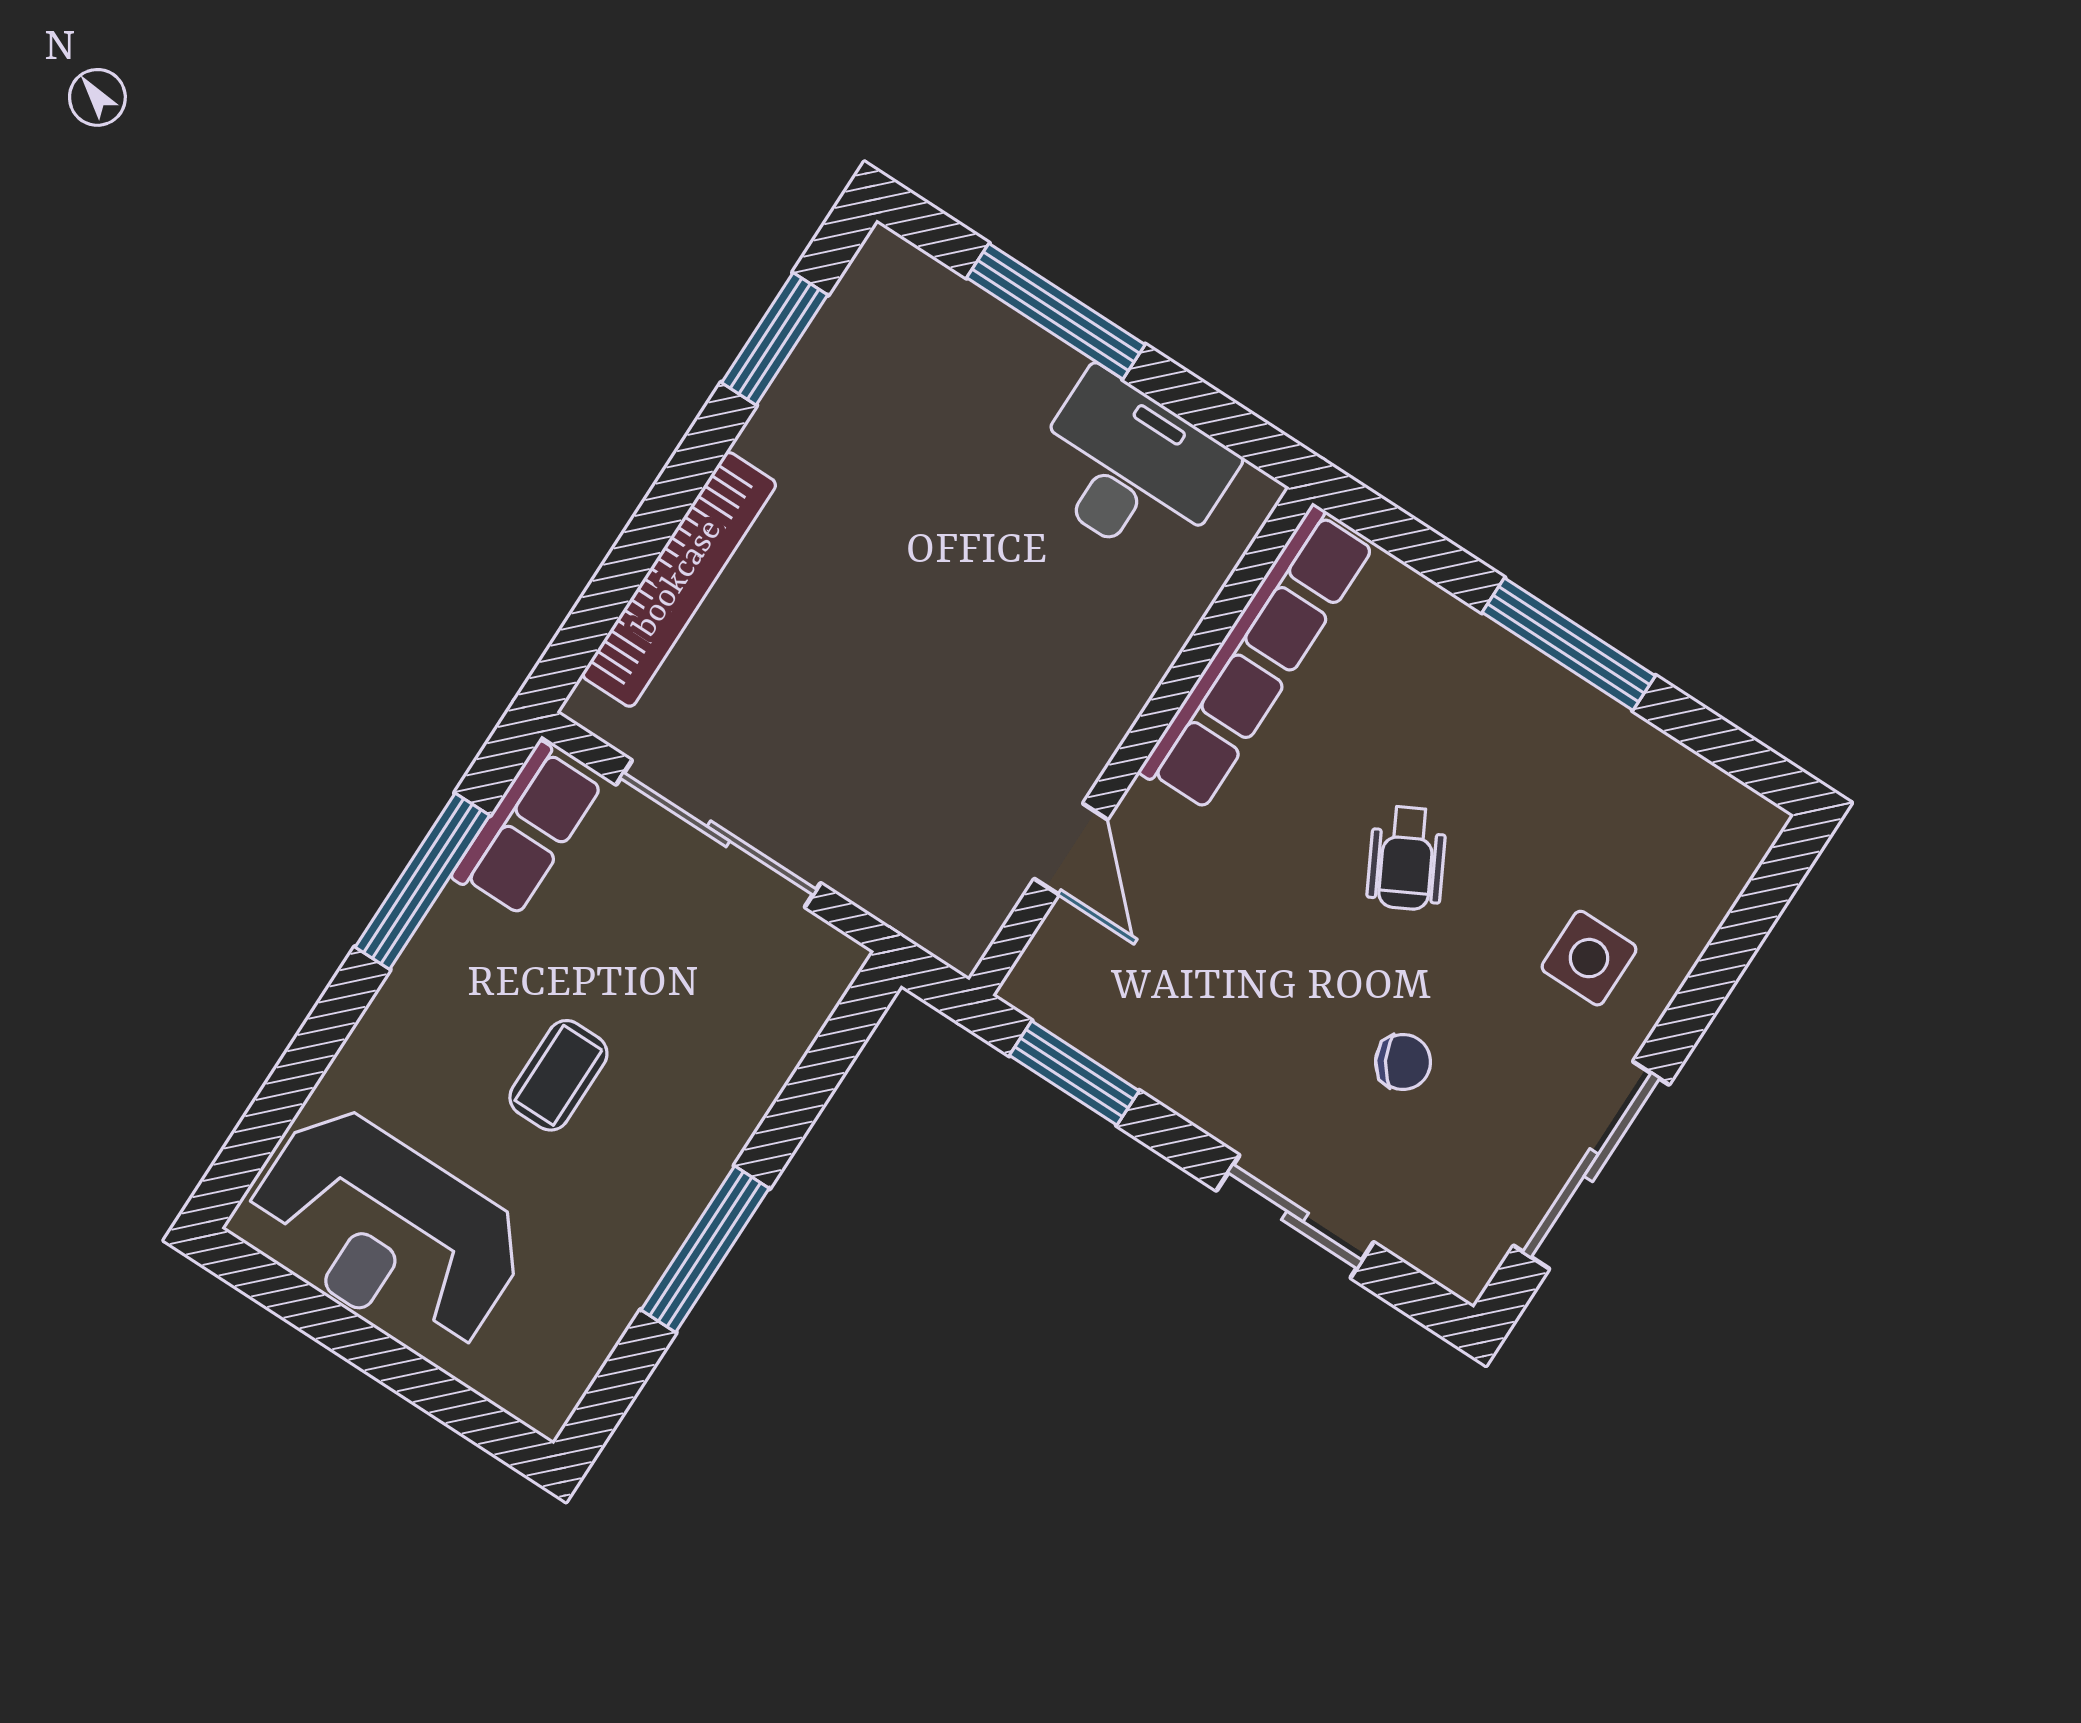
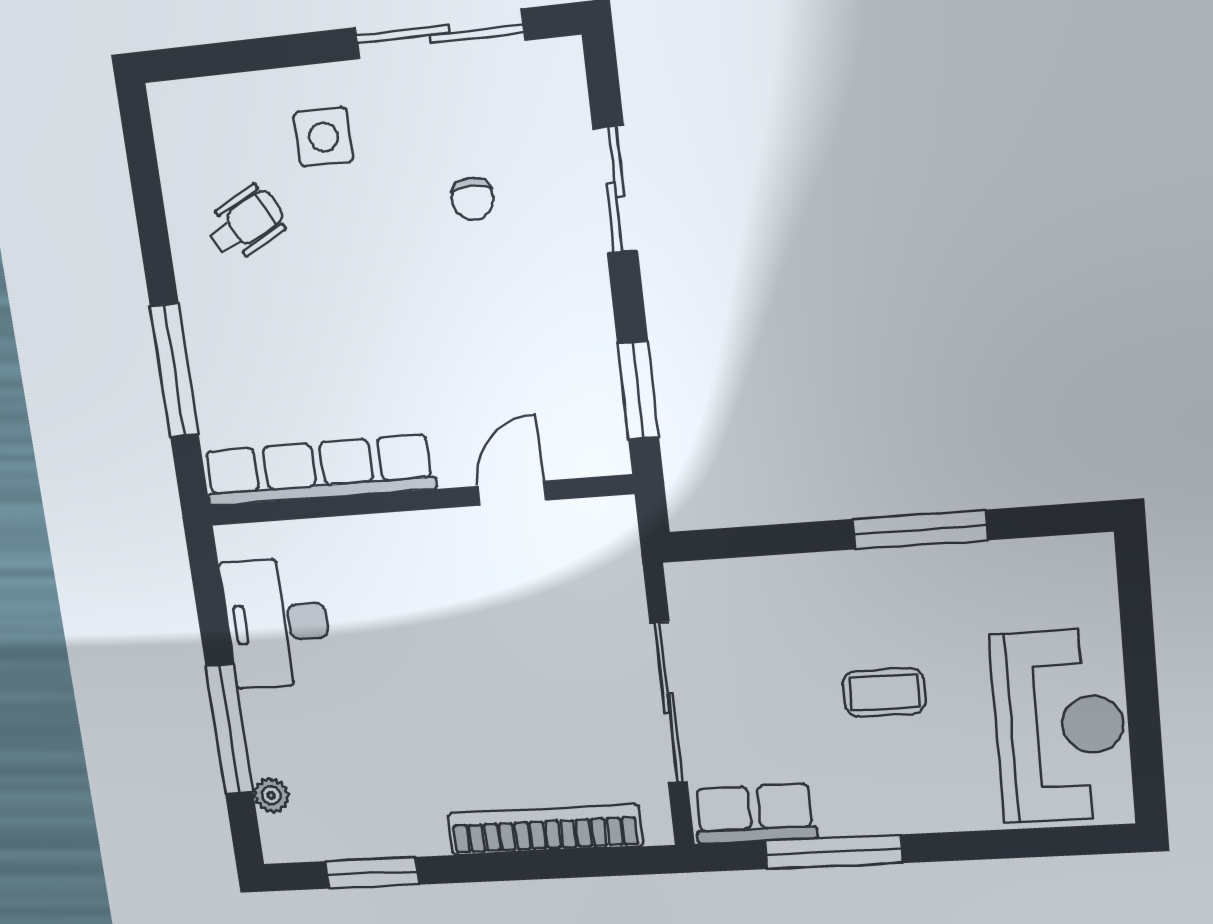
plant: (947, 296) -> (271, 795), added
window: (1569, 644) -> (174, 370), moved
wheelchair: (1407, 858) -> (246, 223), moved
chair: (1403, 1062) -> (473, 199), turned -151

